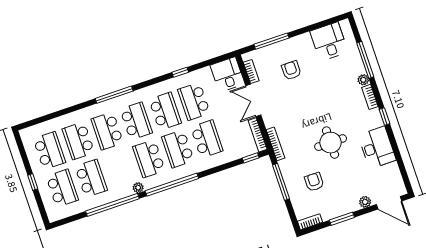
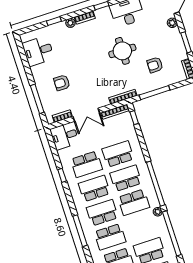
window: (365, 60) -> (54, 21), width x0.46
school desk: (178, 149) -> (126, 178), turned 180

